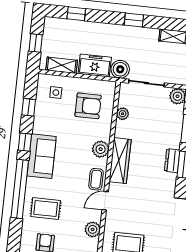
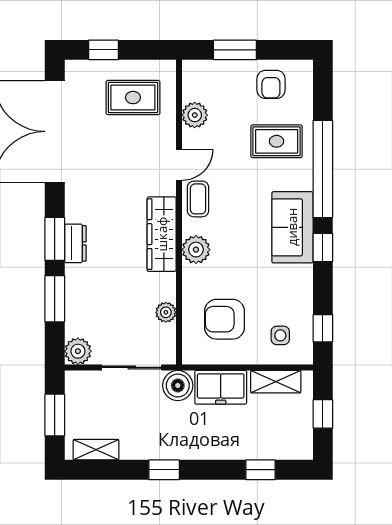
window: (29, 107) -> (323, 328), moved

